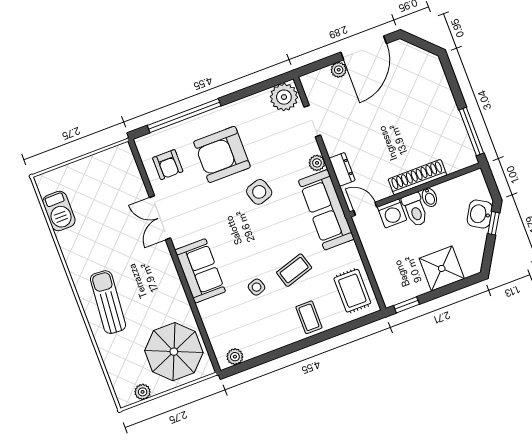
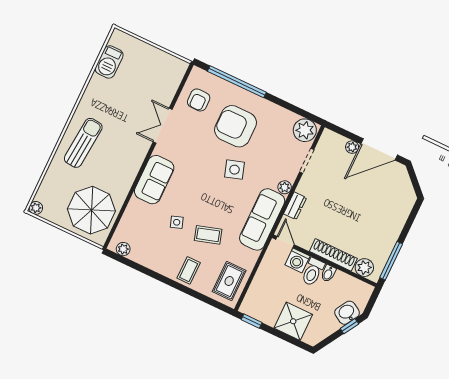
plant: (455, 161) -> (364, 268), added
plant: (143, 392) -> (36, 208), moved

